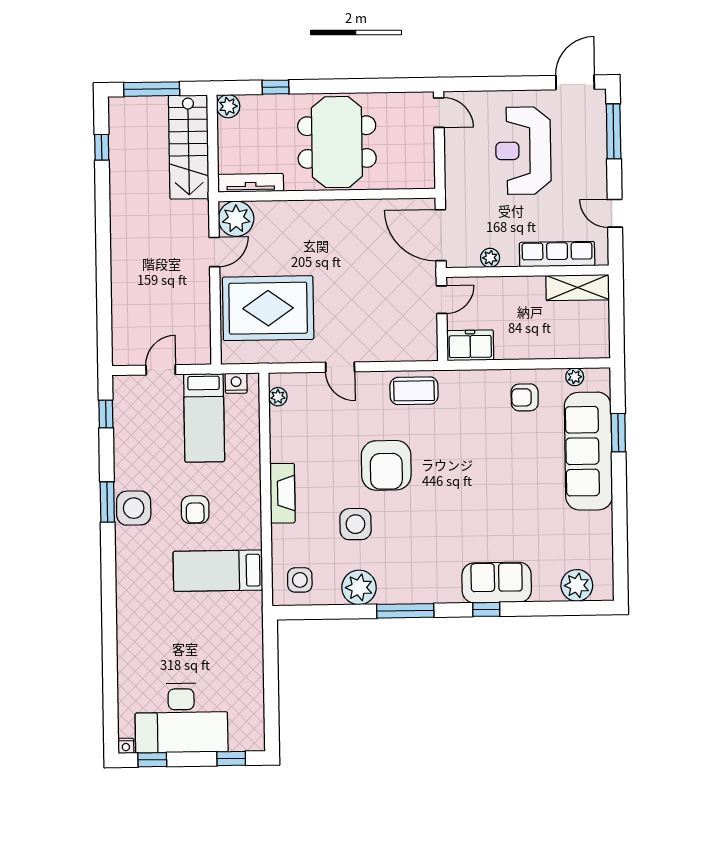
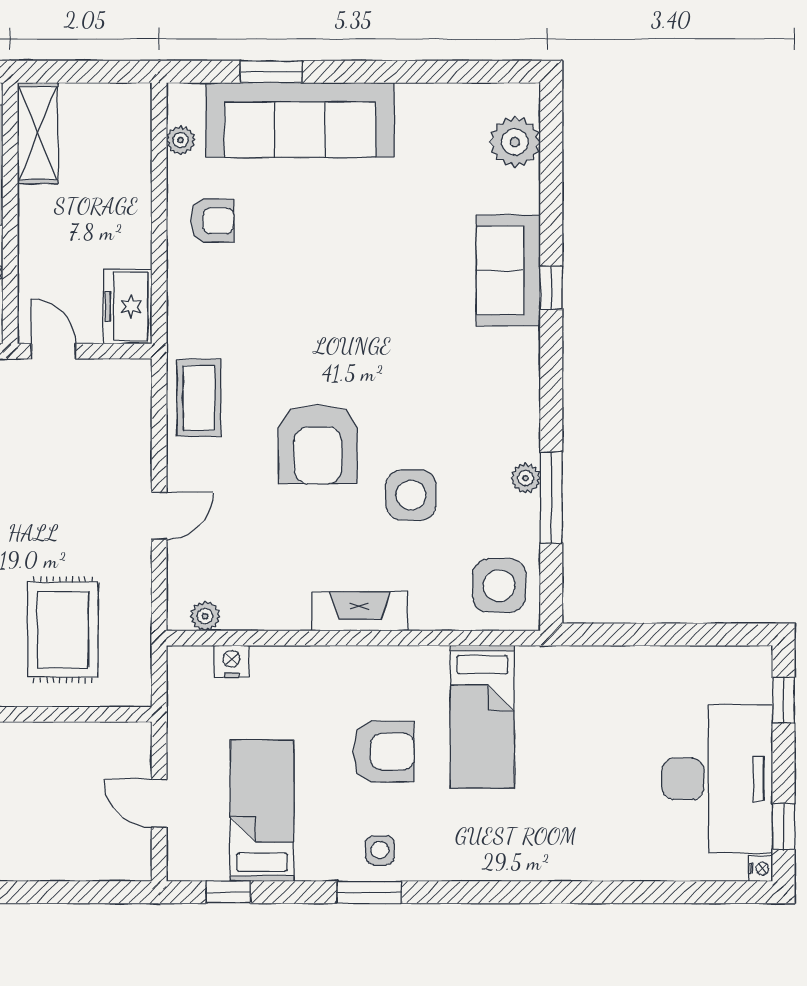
rug: (268, 308) -> (63, 630), width x0.73, depth x0.69
nightstand: (236, 383) -> (231, 661), moved, turned 90
armchair: (525, 397) -> (212, 221), turned -90
bed: (204, 418) -> (262, 811), moved, turned -90
armchair: (386, 465) -> (318, 444), turned 90
side table: (134, 508) -> (380, 850), width x0.54, depth x0.54
armchair: (195, 510) -> (384, 752), width x1.38, depth x1.38
side table: (300, 580) -> (499, 586), width x1.37, depth x1.37
plant: (359, 587) -> (526, 478), width x0.53, depth x0.53
window: (405, 611) -> (551, 498), moved

